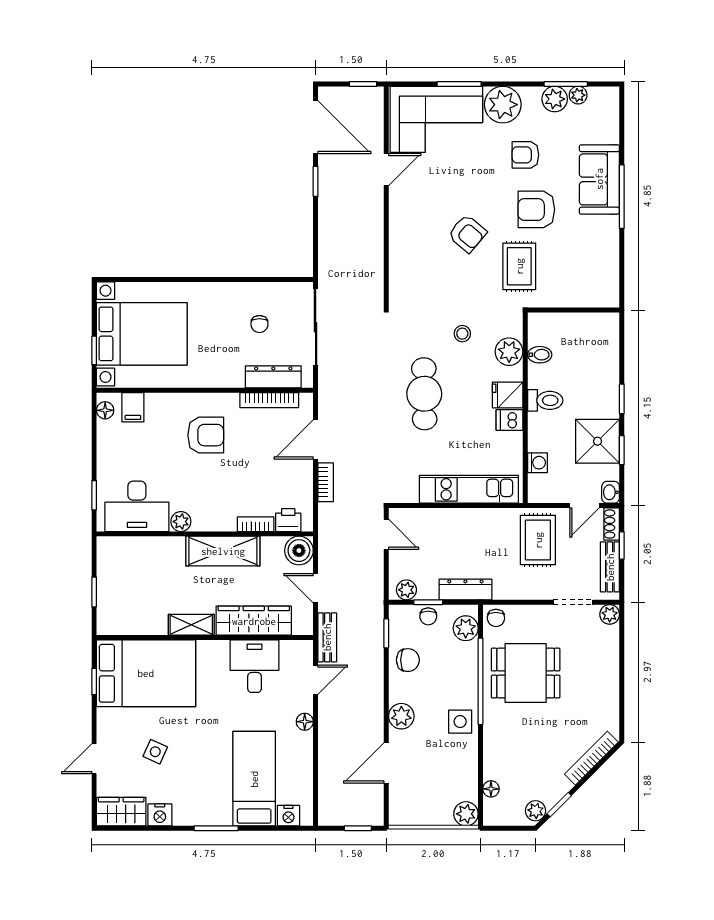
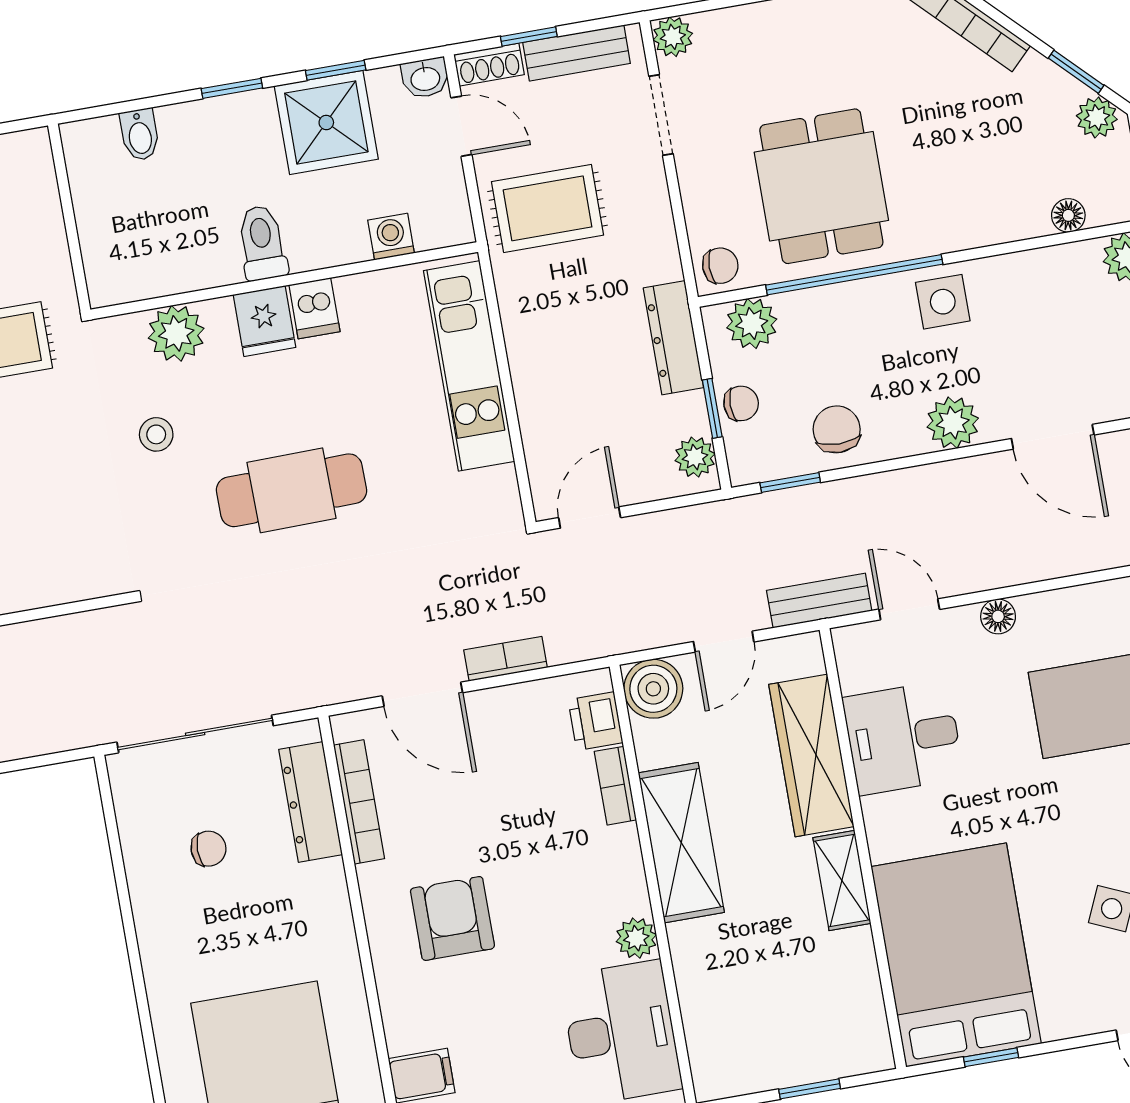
bidet: (540, 355) -> (140, 135), moved, turned 180

